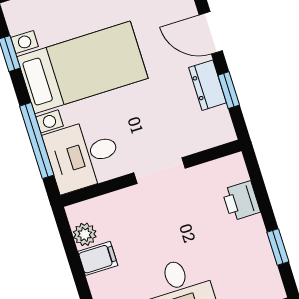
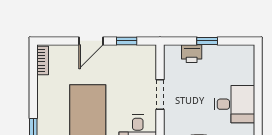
dresser: (208, 85) -> (120, 52), removed
window: (278, 247) -> (207, 41), moved

